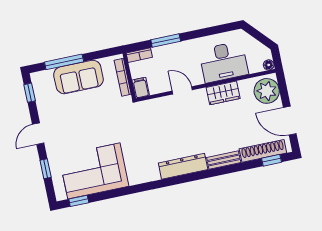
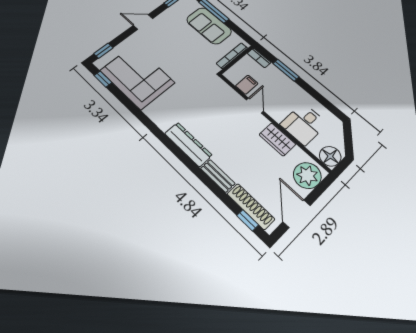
desk: (224, 62) -> (304, 124), width x0.73
floor lamp: (269, 65) -> (330, 156), width x1.89, depth x1.89
filing cabinet: (141, 88) -> (247, 85), moved
window: (46, 169) -> (103, 51), moved

